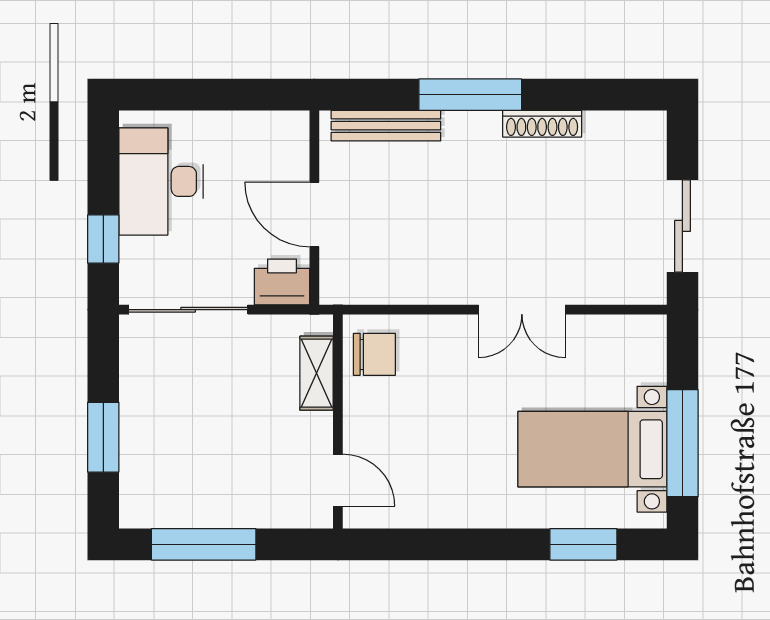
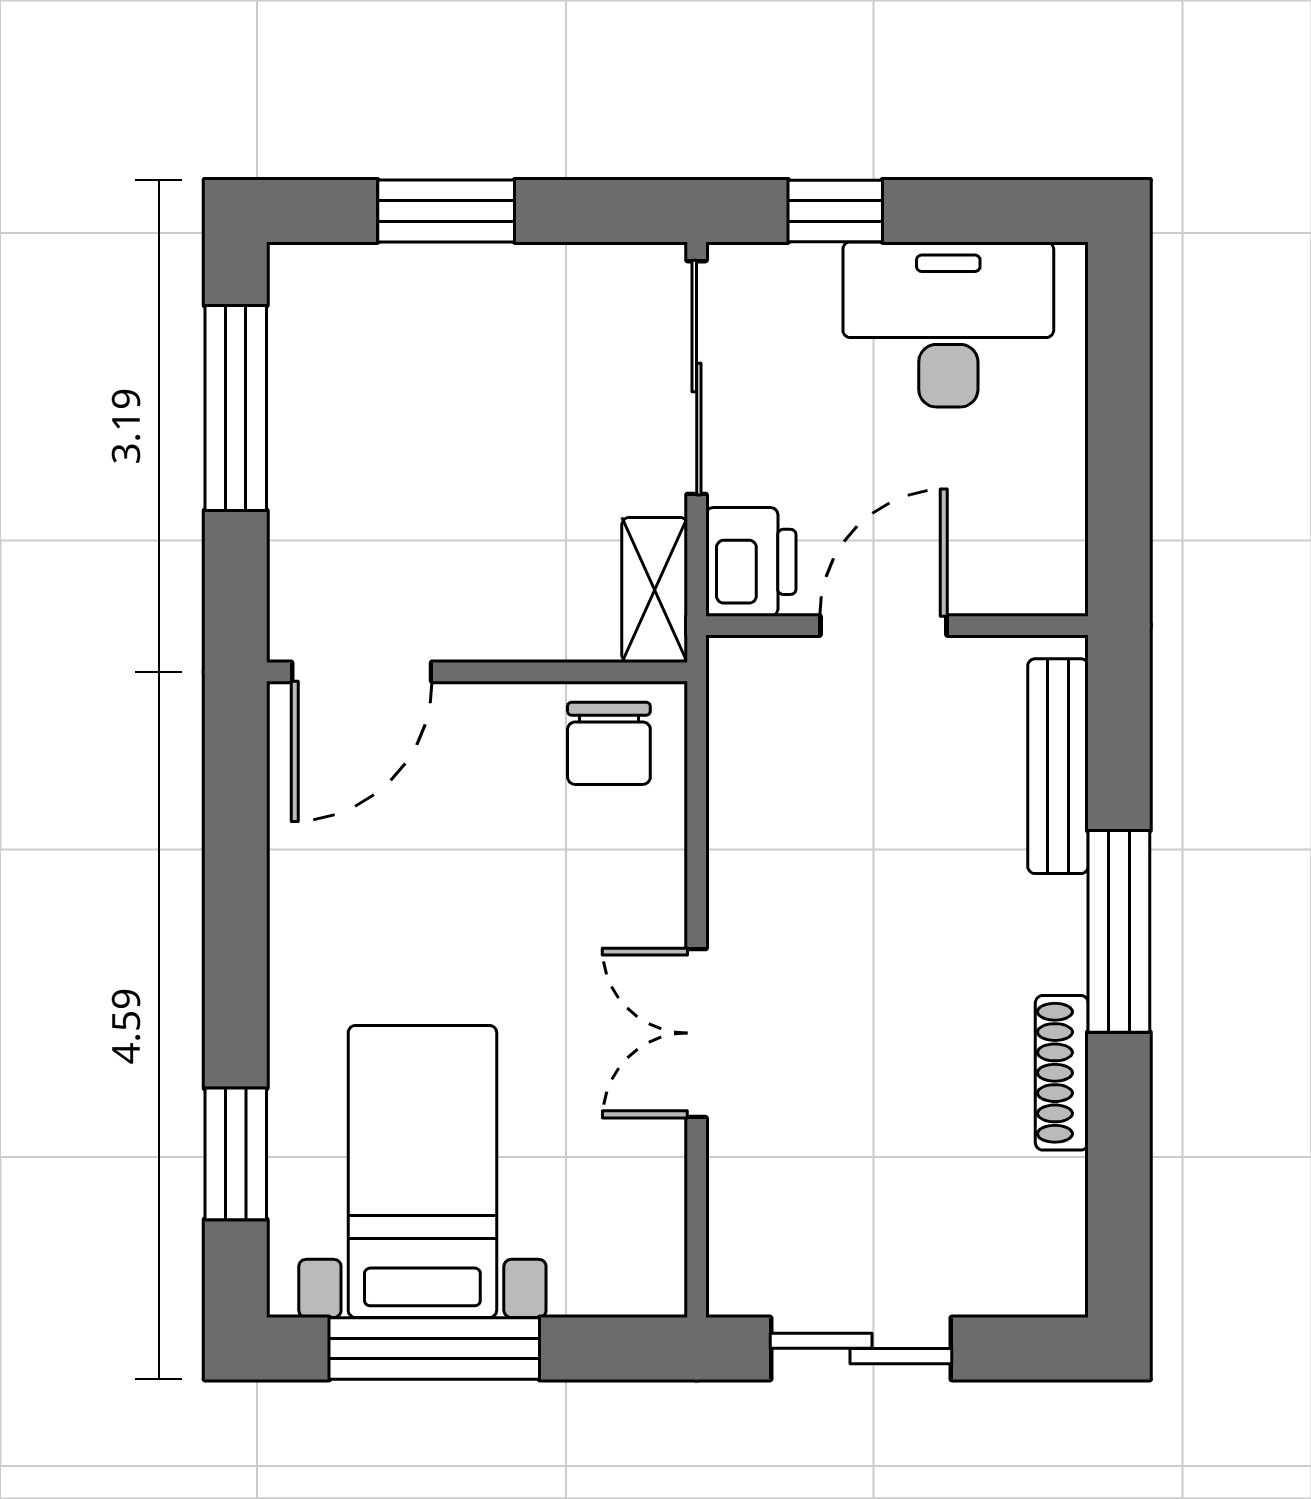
shelving: (317, 373) -> (655, 590), moved, turned 90
door: (338, 480) -> (362, 672), width x1.38

